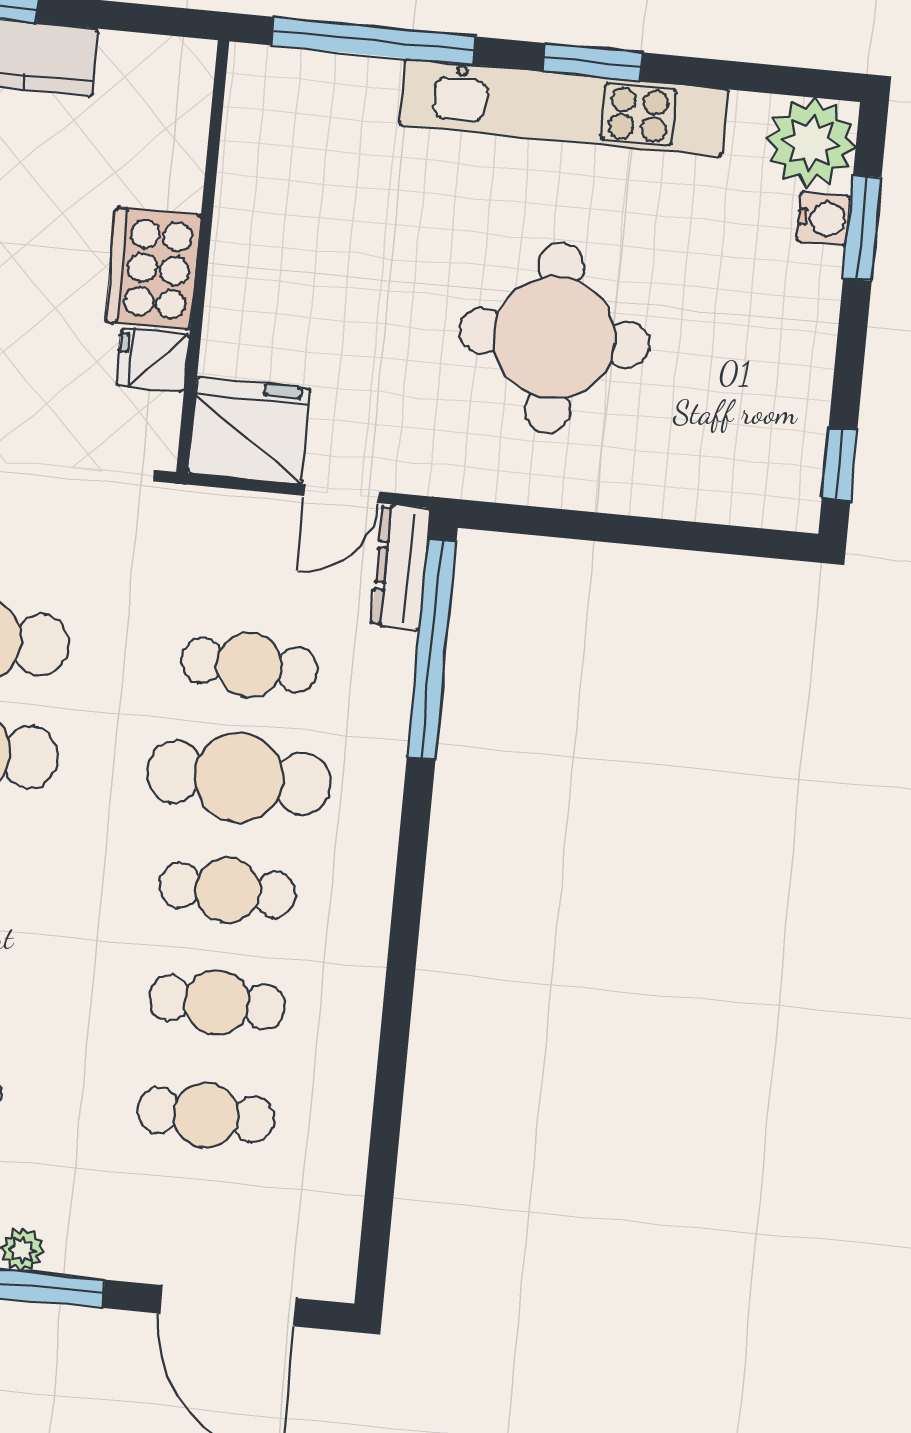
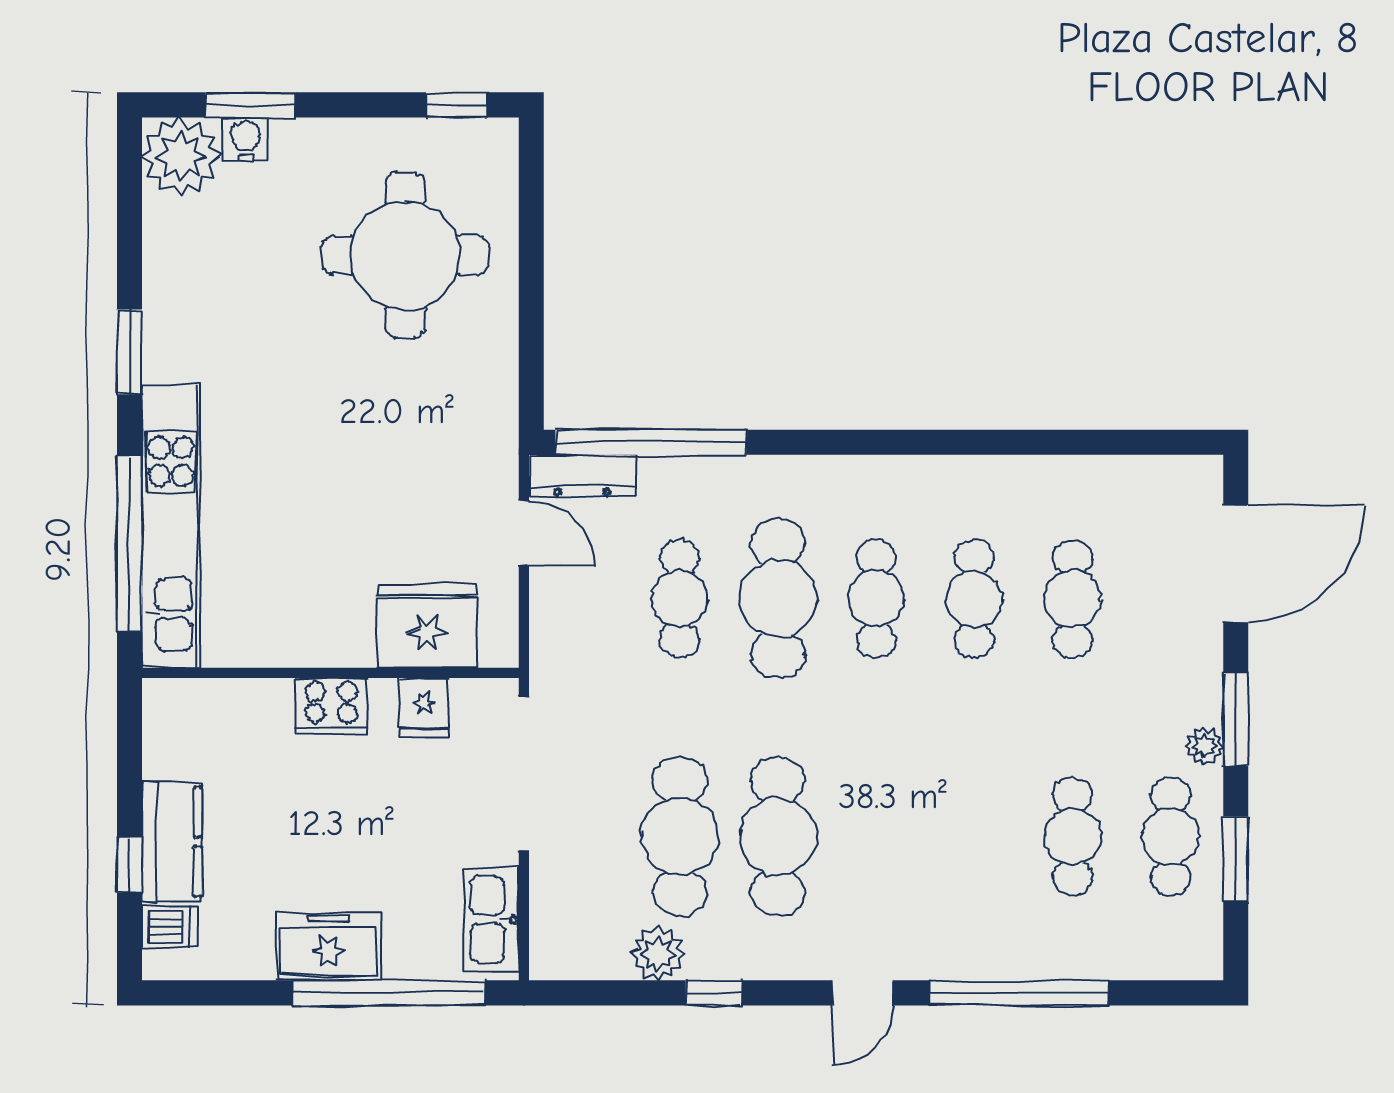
kitchen unit: (564, 107) -> (171, 527), moved
cooker: (153, 269) -> (331, 706), width x0.73, depth x0.76
round table: (554, 338) -> (405, 255), moved
fridge: (249, 431) -> (427, 626), moved, turned 90

